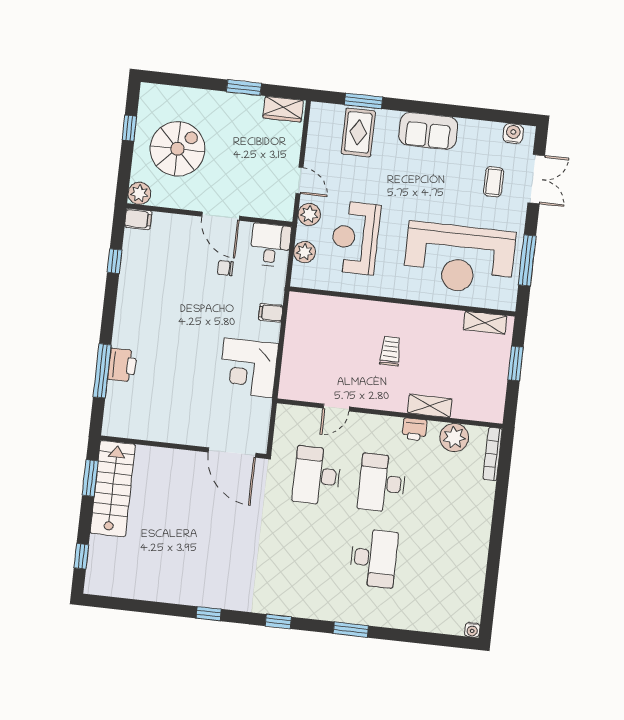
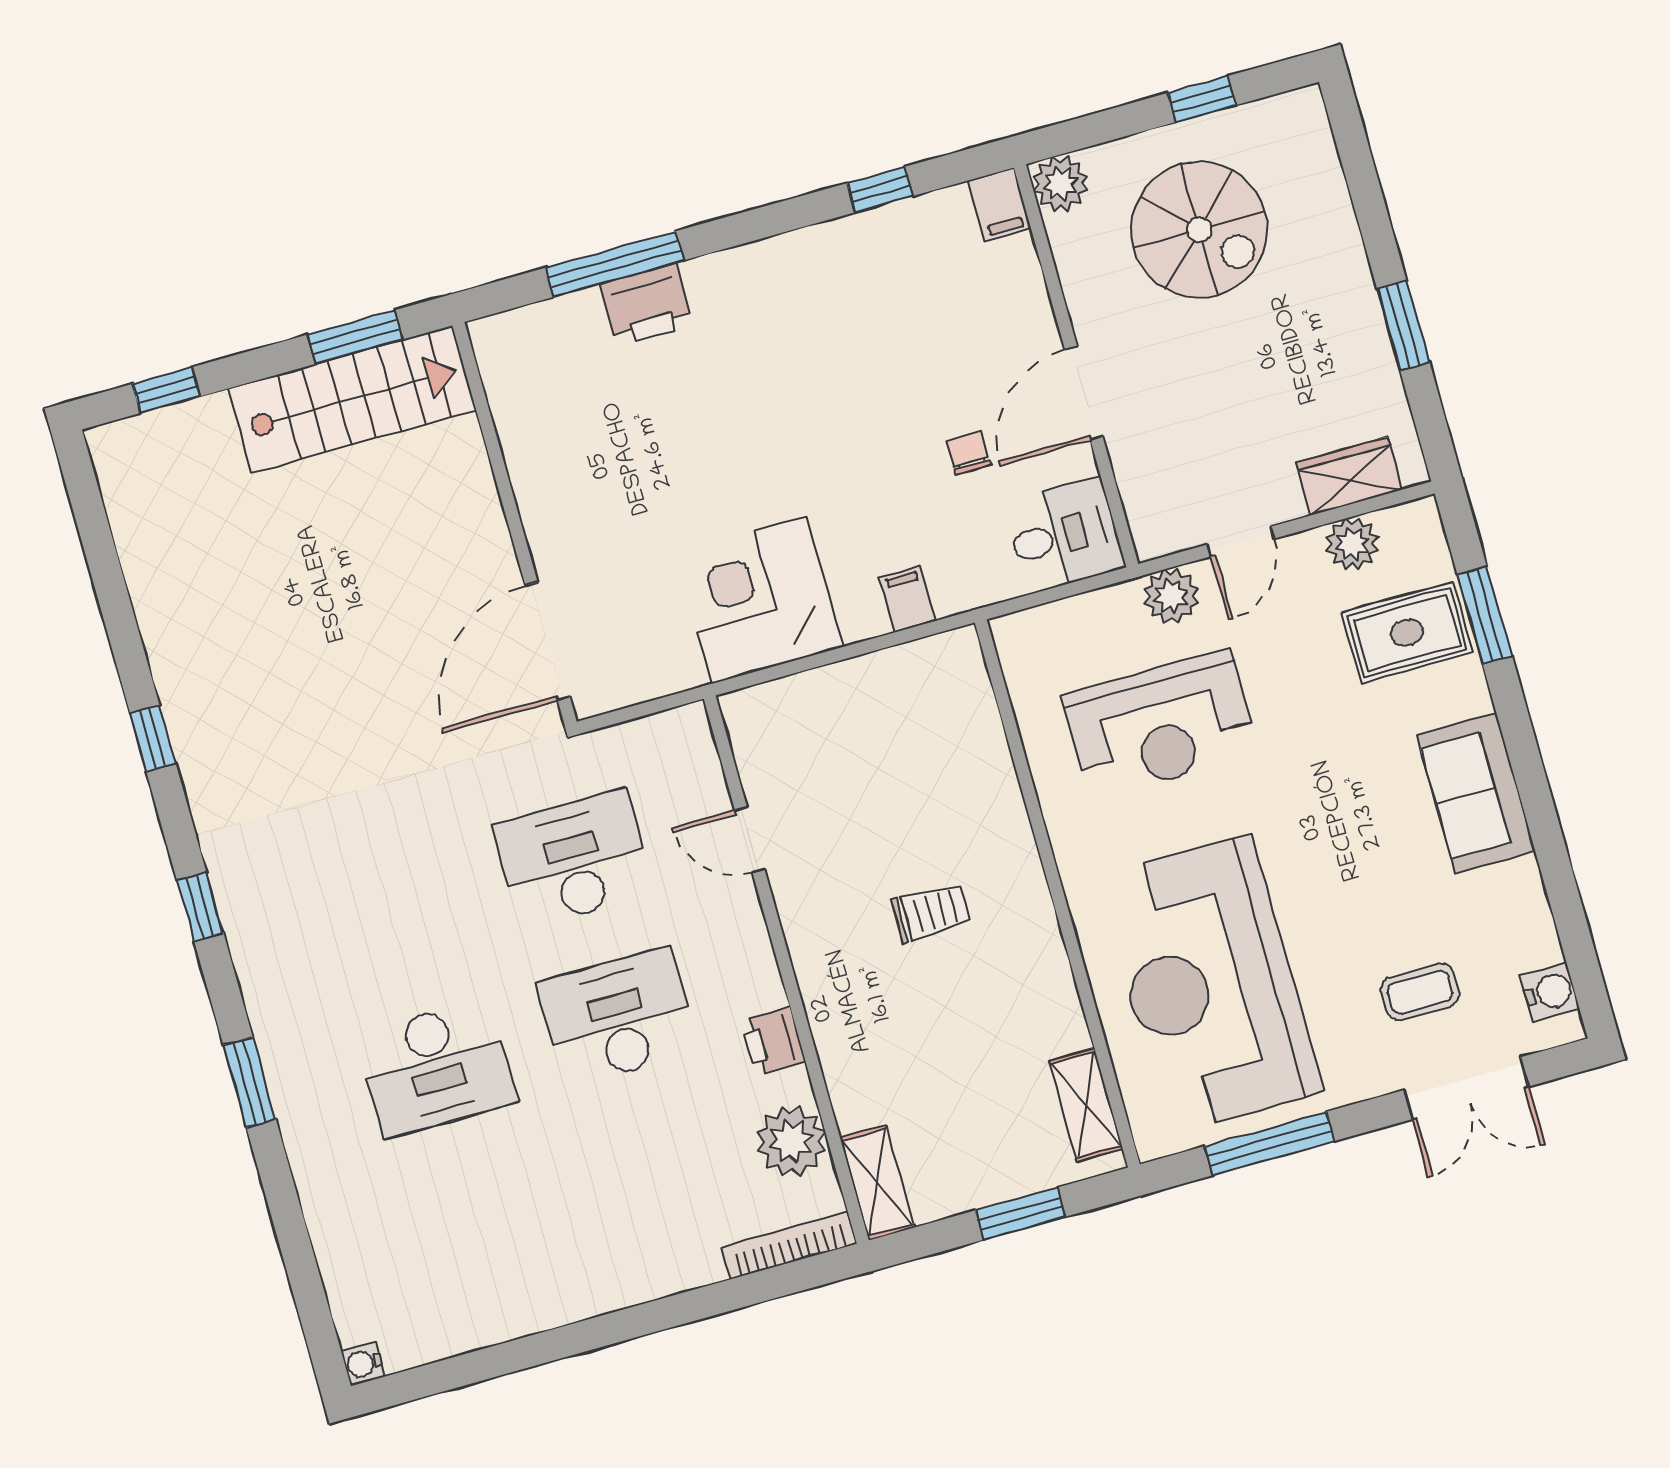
wardrobe: (283, 109) -> (1349, 476), moved, turned 90
reception desk: (355, 238) -> (1160, 725), turned 180
plant: (305, 252) -> (1353, 544), moved
shelving: (430, 406) -> (877, 1183), moved

